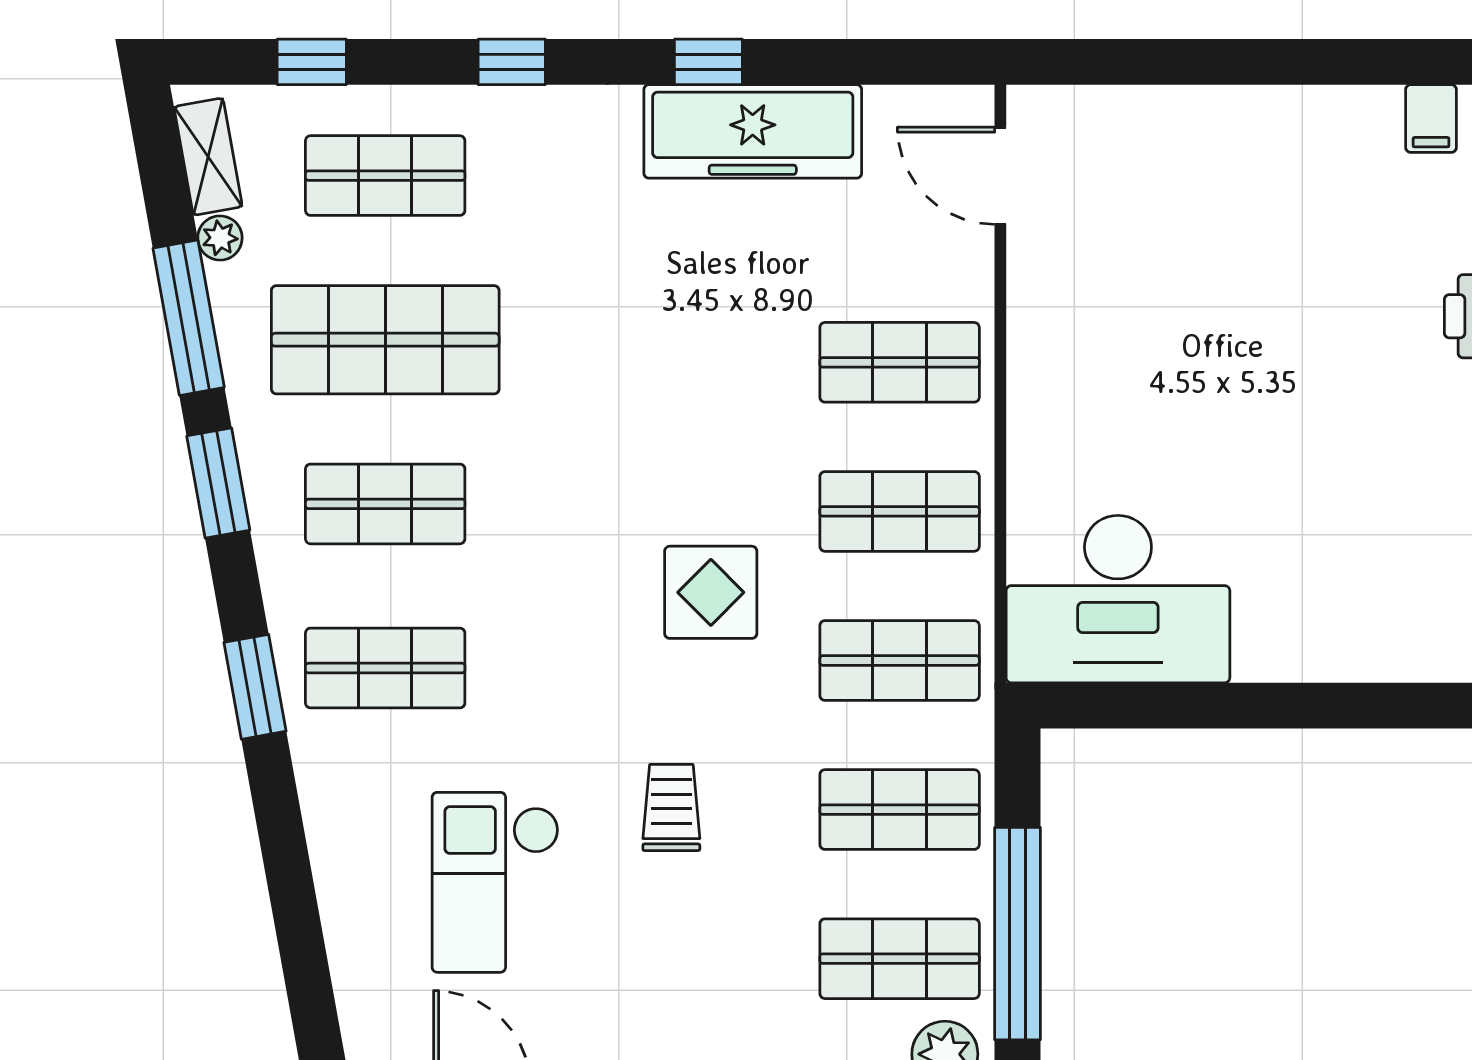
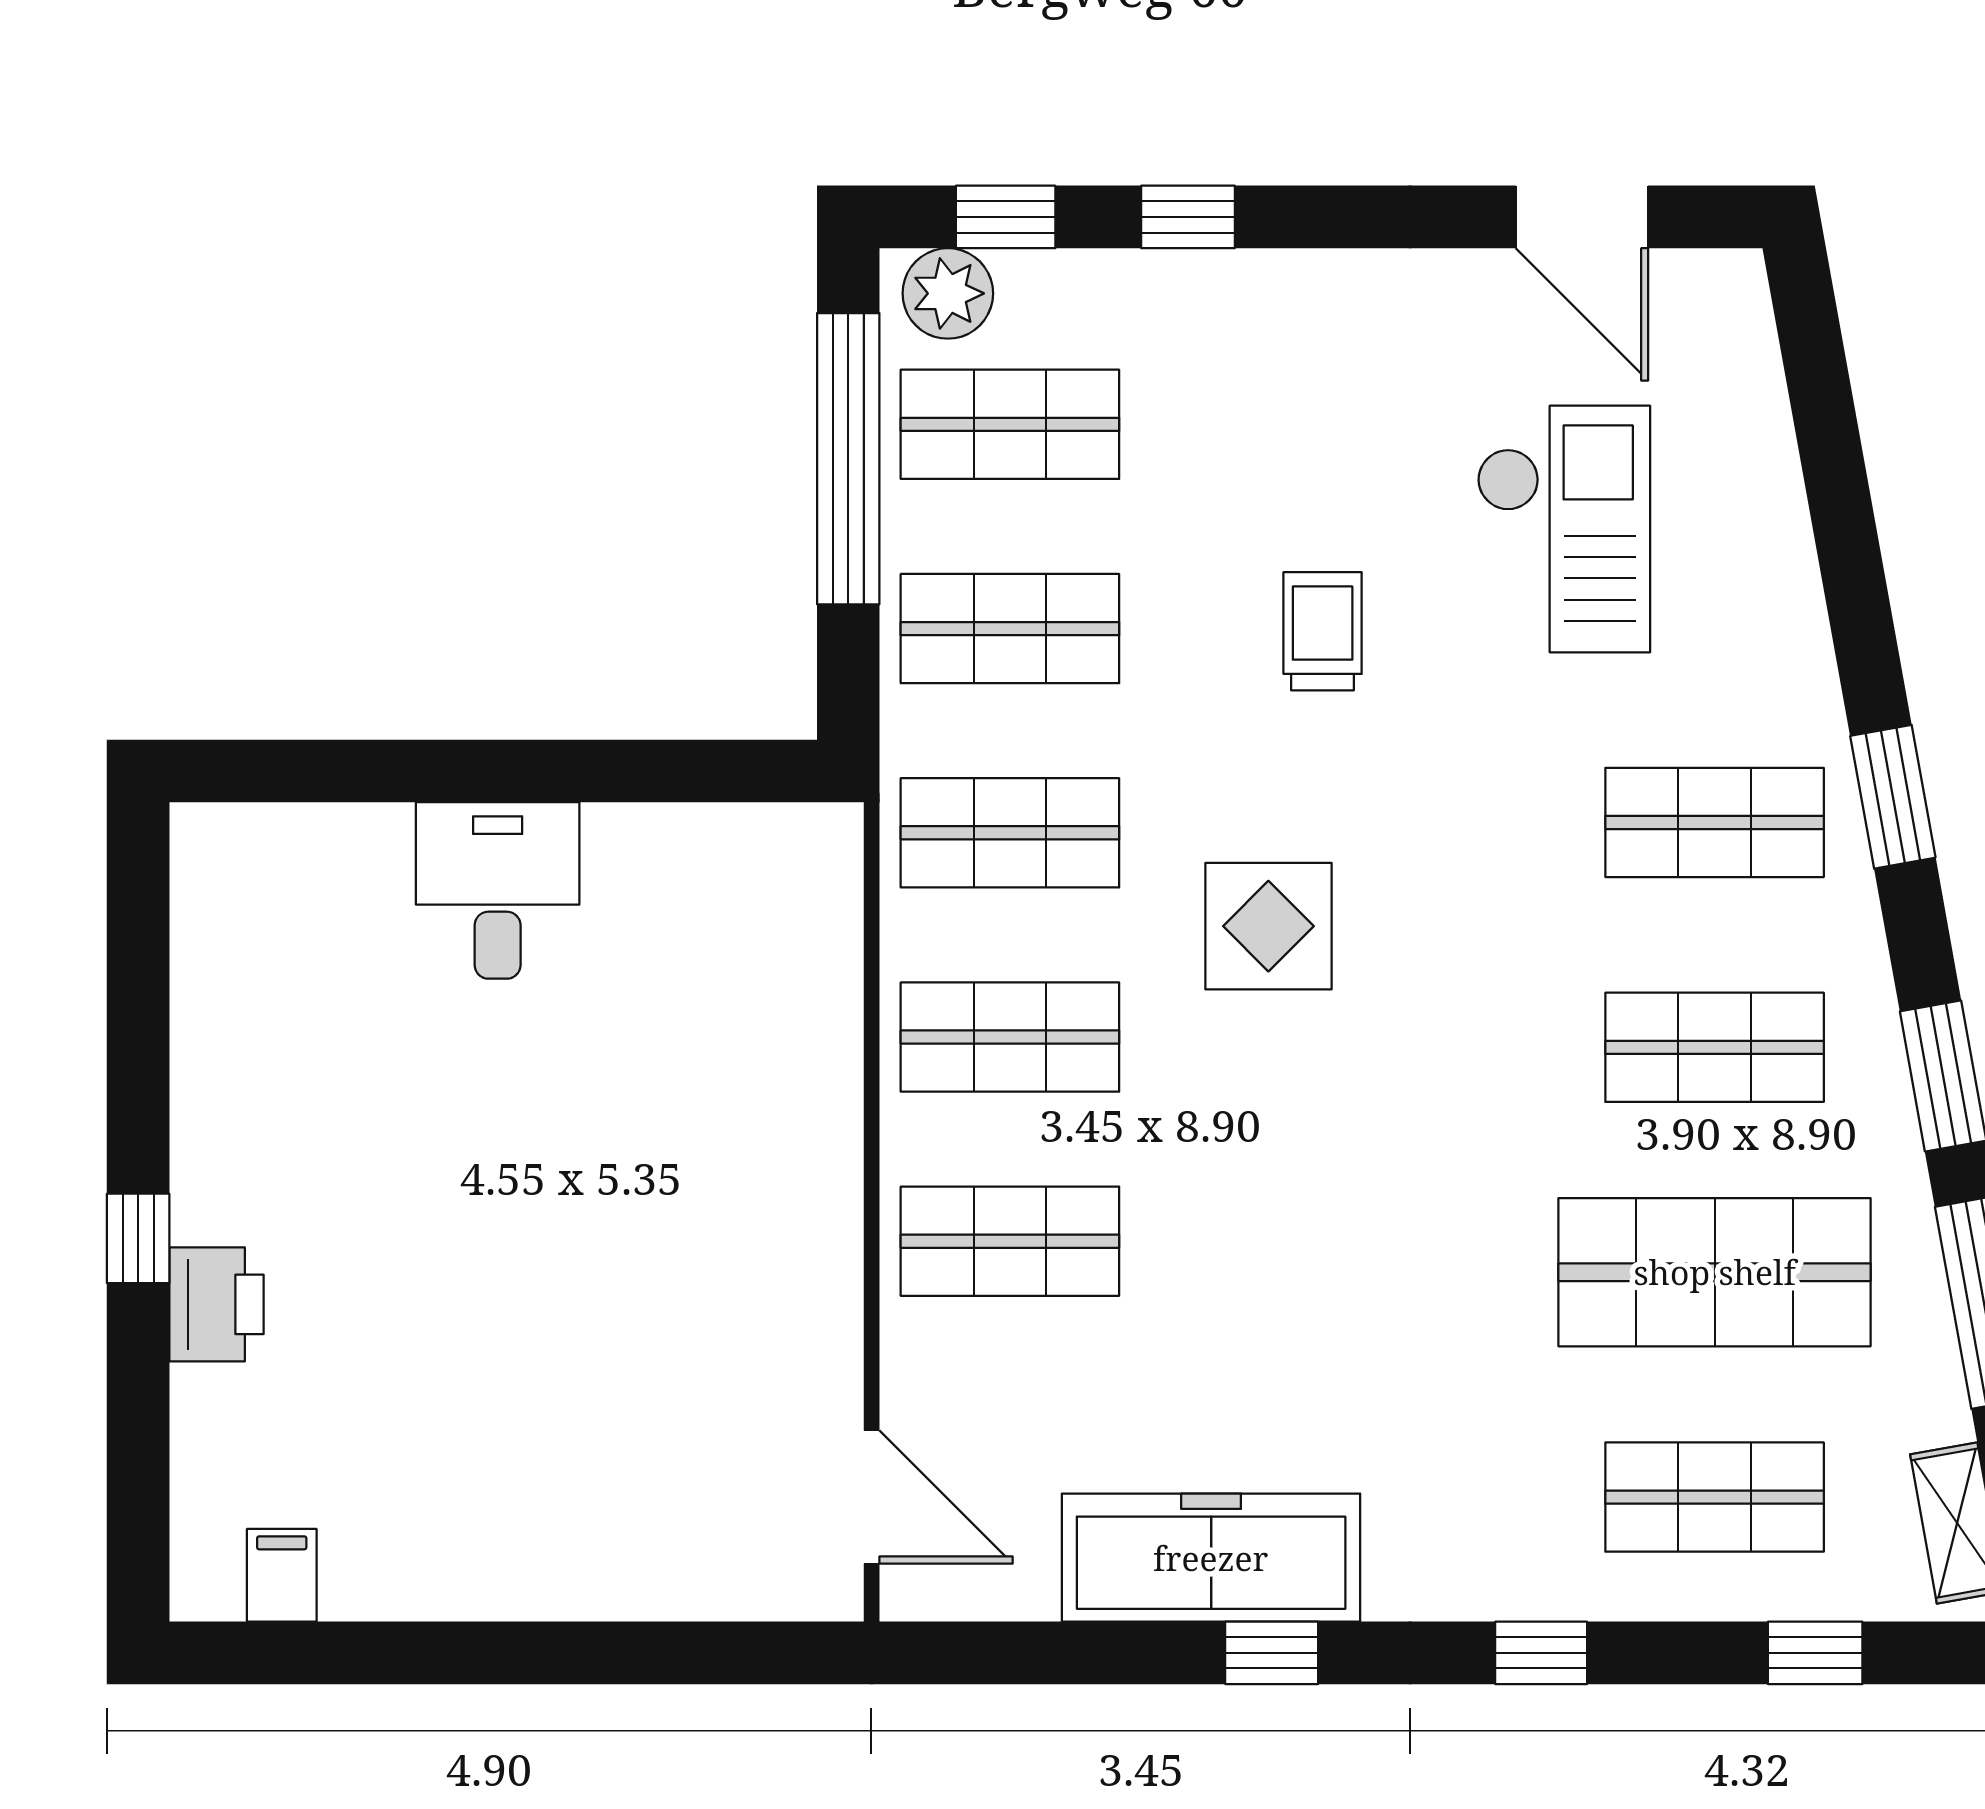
plant: (220, 238) -> (1941, 1412), removed
desk: (1118, 599) -> (498, 890), moved, width x0.53, depth x0.77
trolley: (671, 808) -> (1323, 631), turned 180

